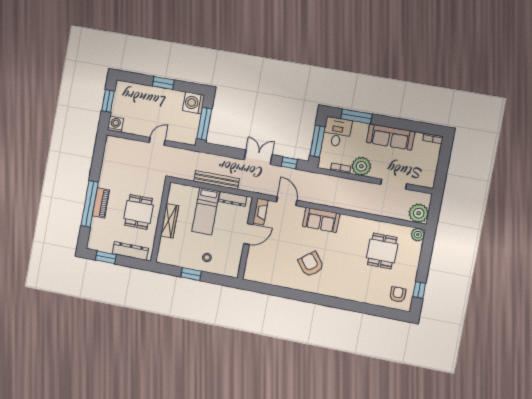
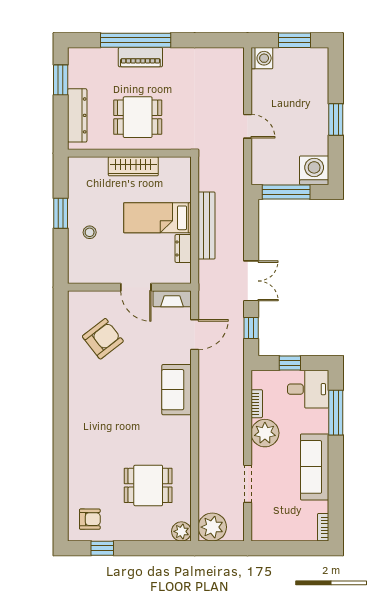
window: (317, 141) -> (290, 363), width x0.46
dresser: (233, 199) -> (183, 248), width x0.70
armchair: (311, 264) -> (103, 339), moved

